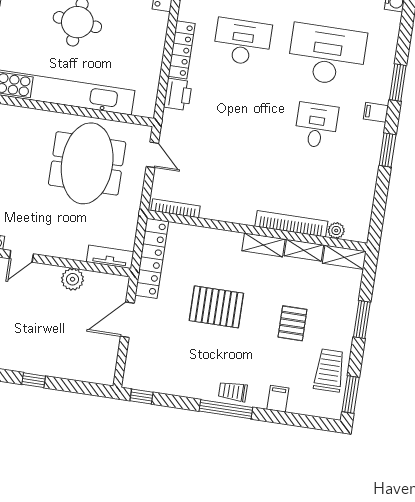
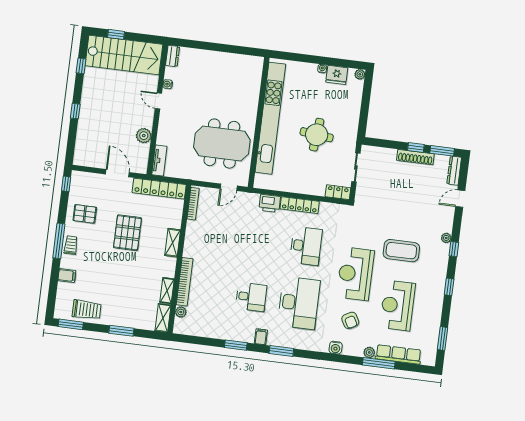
shelving: (263, 245) -> (173, 243), moved
pallet: (292, 323) -> (85, 214), moved

